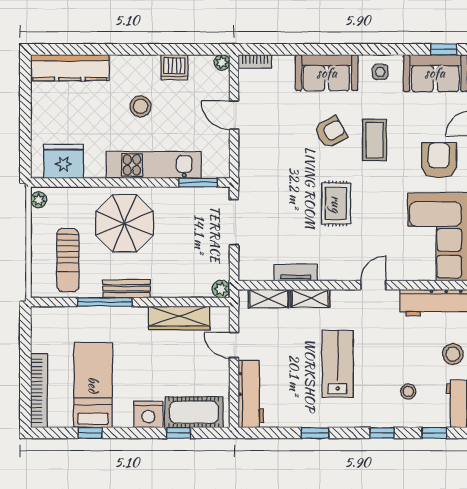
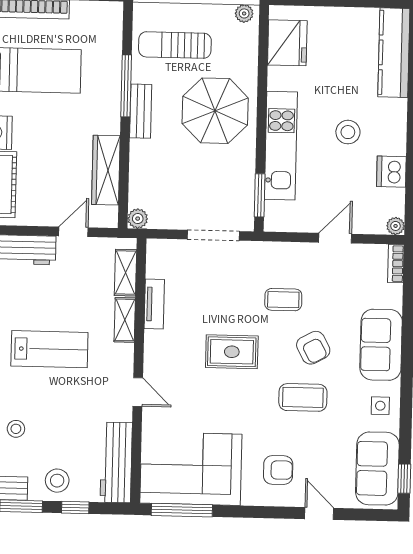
coffee table: (289, 159) -> (283, 300), added
armchair: (439, 160) -> (278, 470), width x0.72, depth x0.72

